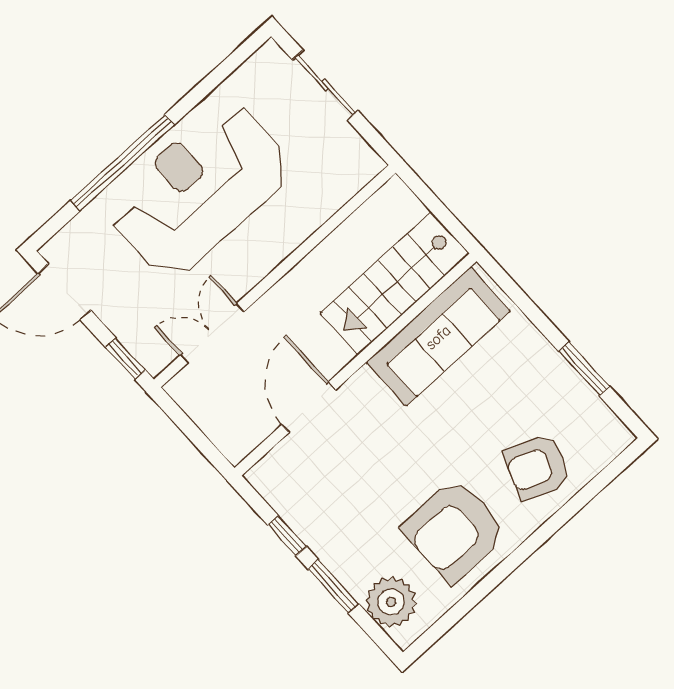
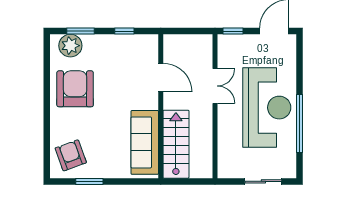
window: (122, 163) -> (299, 124), moved
double door: (212, 333) -> (215, 86), moved
armchair: (537, 467) -> (71, 155), moved, turned -42
window: (333, 586) -> (80, 31), moved

